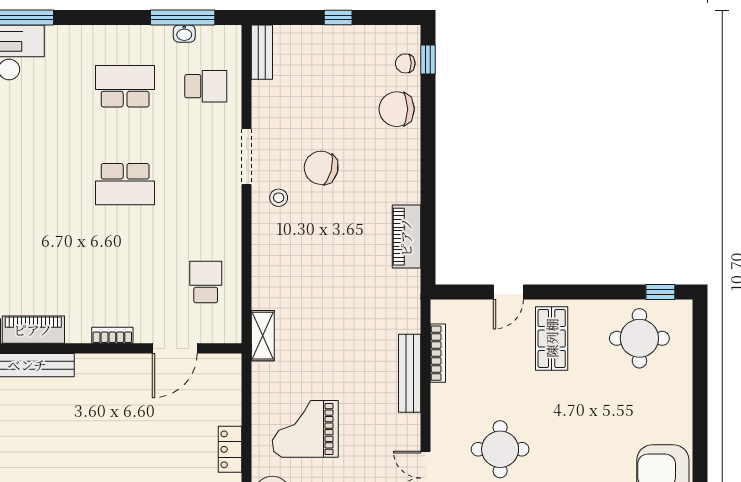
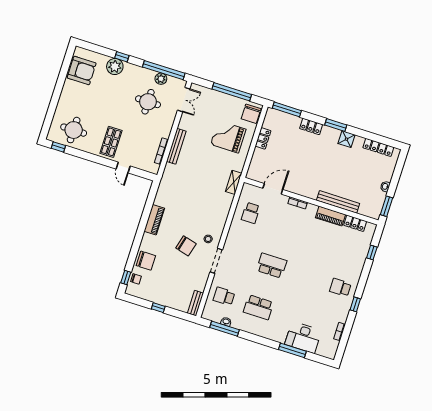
piano: (406, 237) -> (154, 220), moved
door: (508, 292) -> (123, 168), swing flipped
grand piano: (305, 429) -> (228, 137), turned 180

